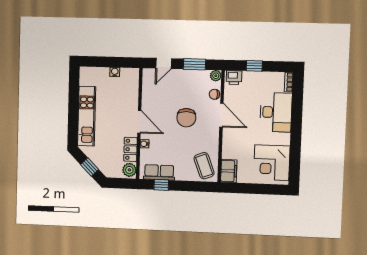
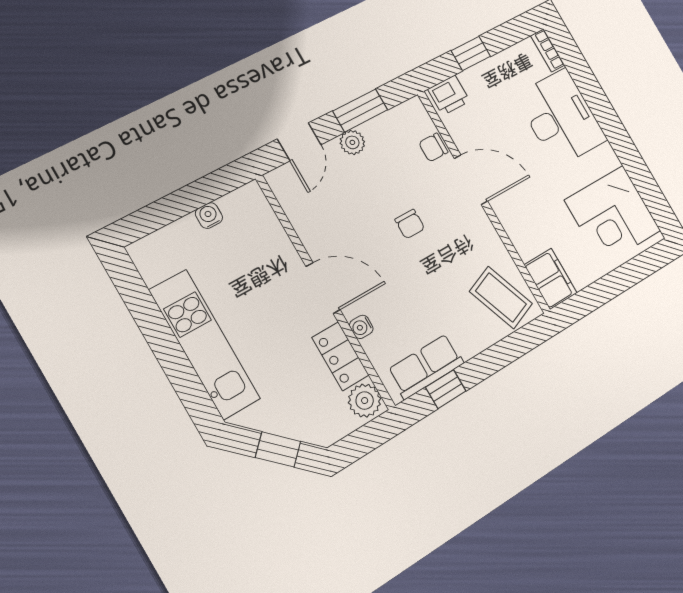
plant: (216, 76) -> (352, 142), moved
chair: (186, 118) -> (410, 224), width x0.54, depth x0.54

